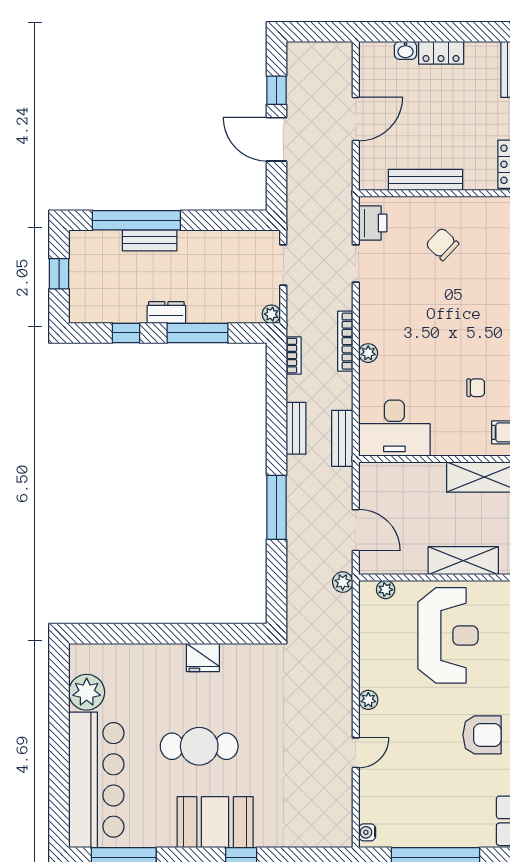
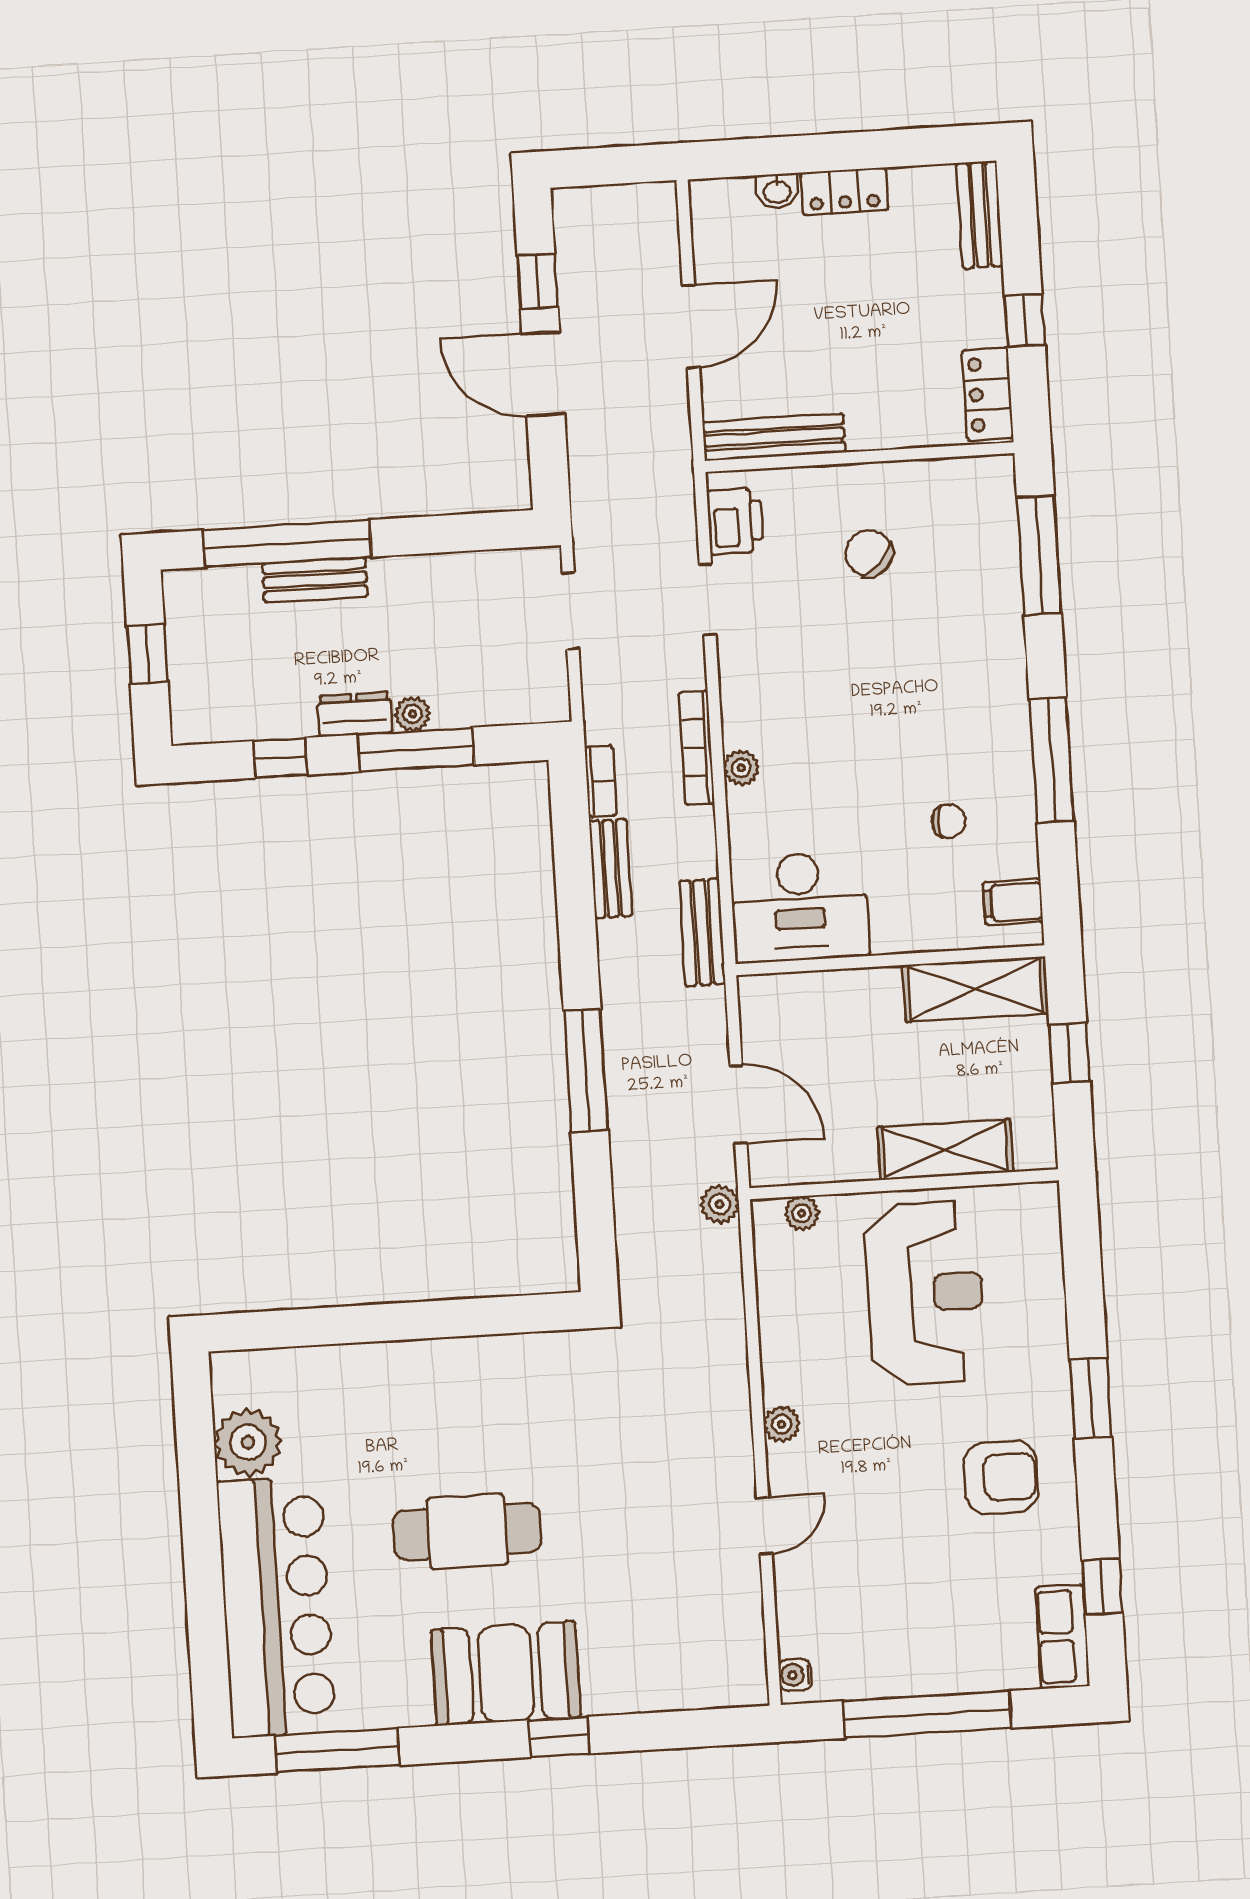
bench: (425, 180) -> (774, 437), moved
plant: (271, 314) -> (412, 714), moved
bench: (296, 428) -> (611, 869), moved
fridge: (203, 657) -> (464, 1363), removed

